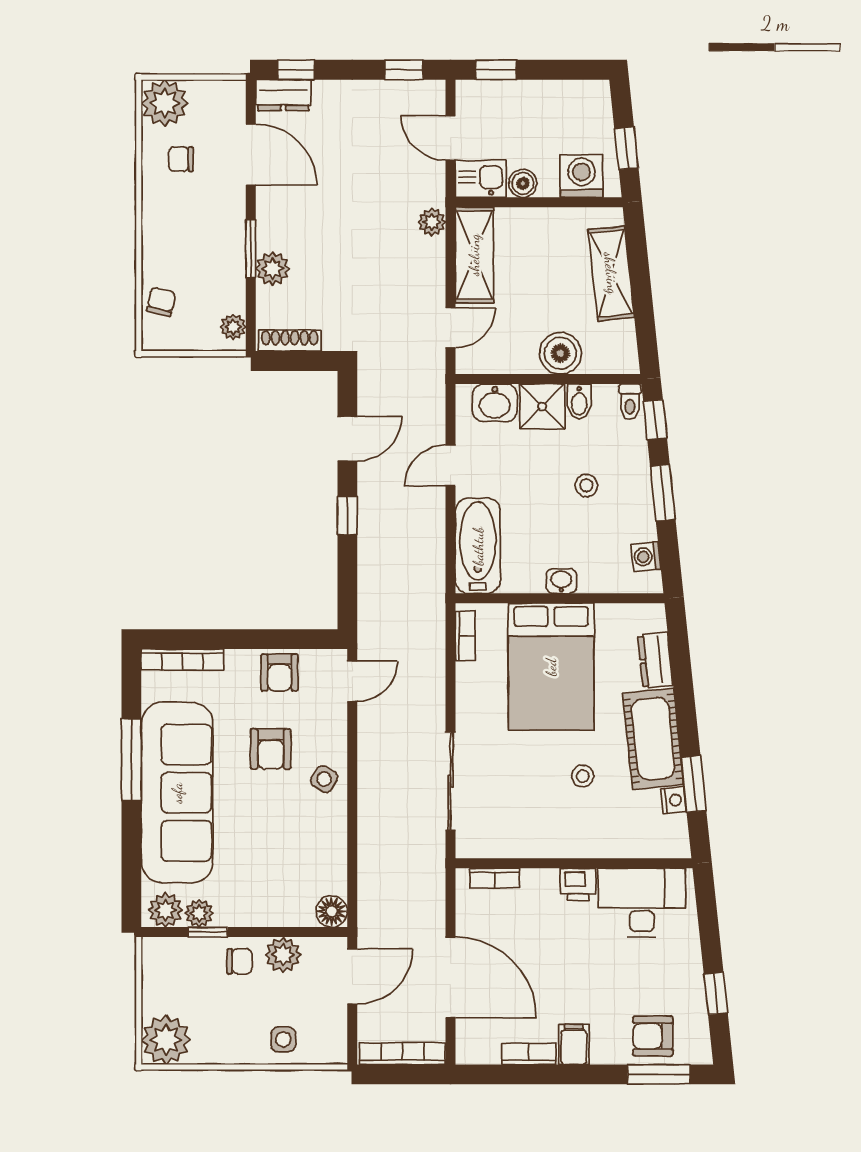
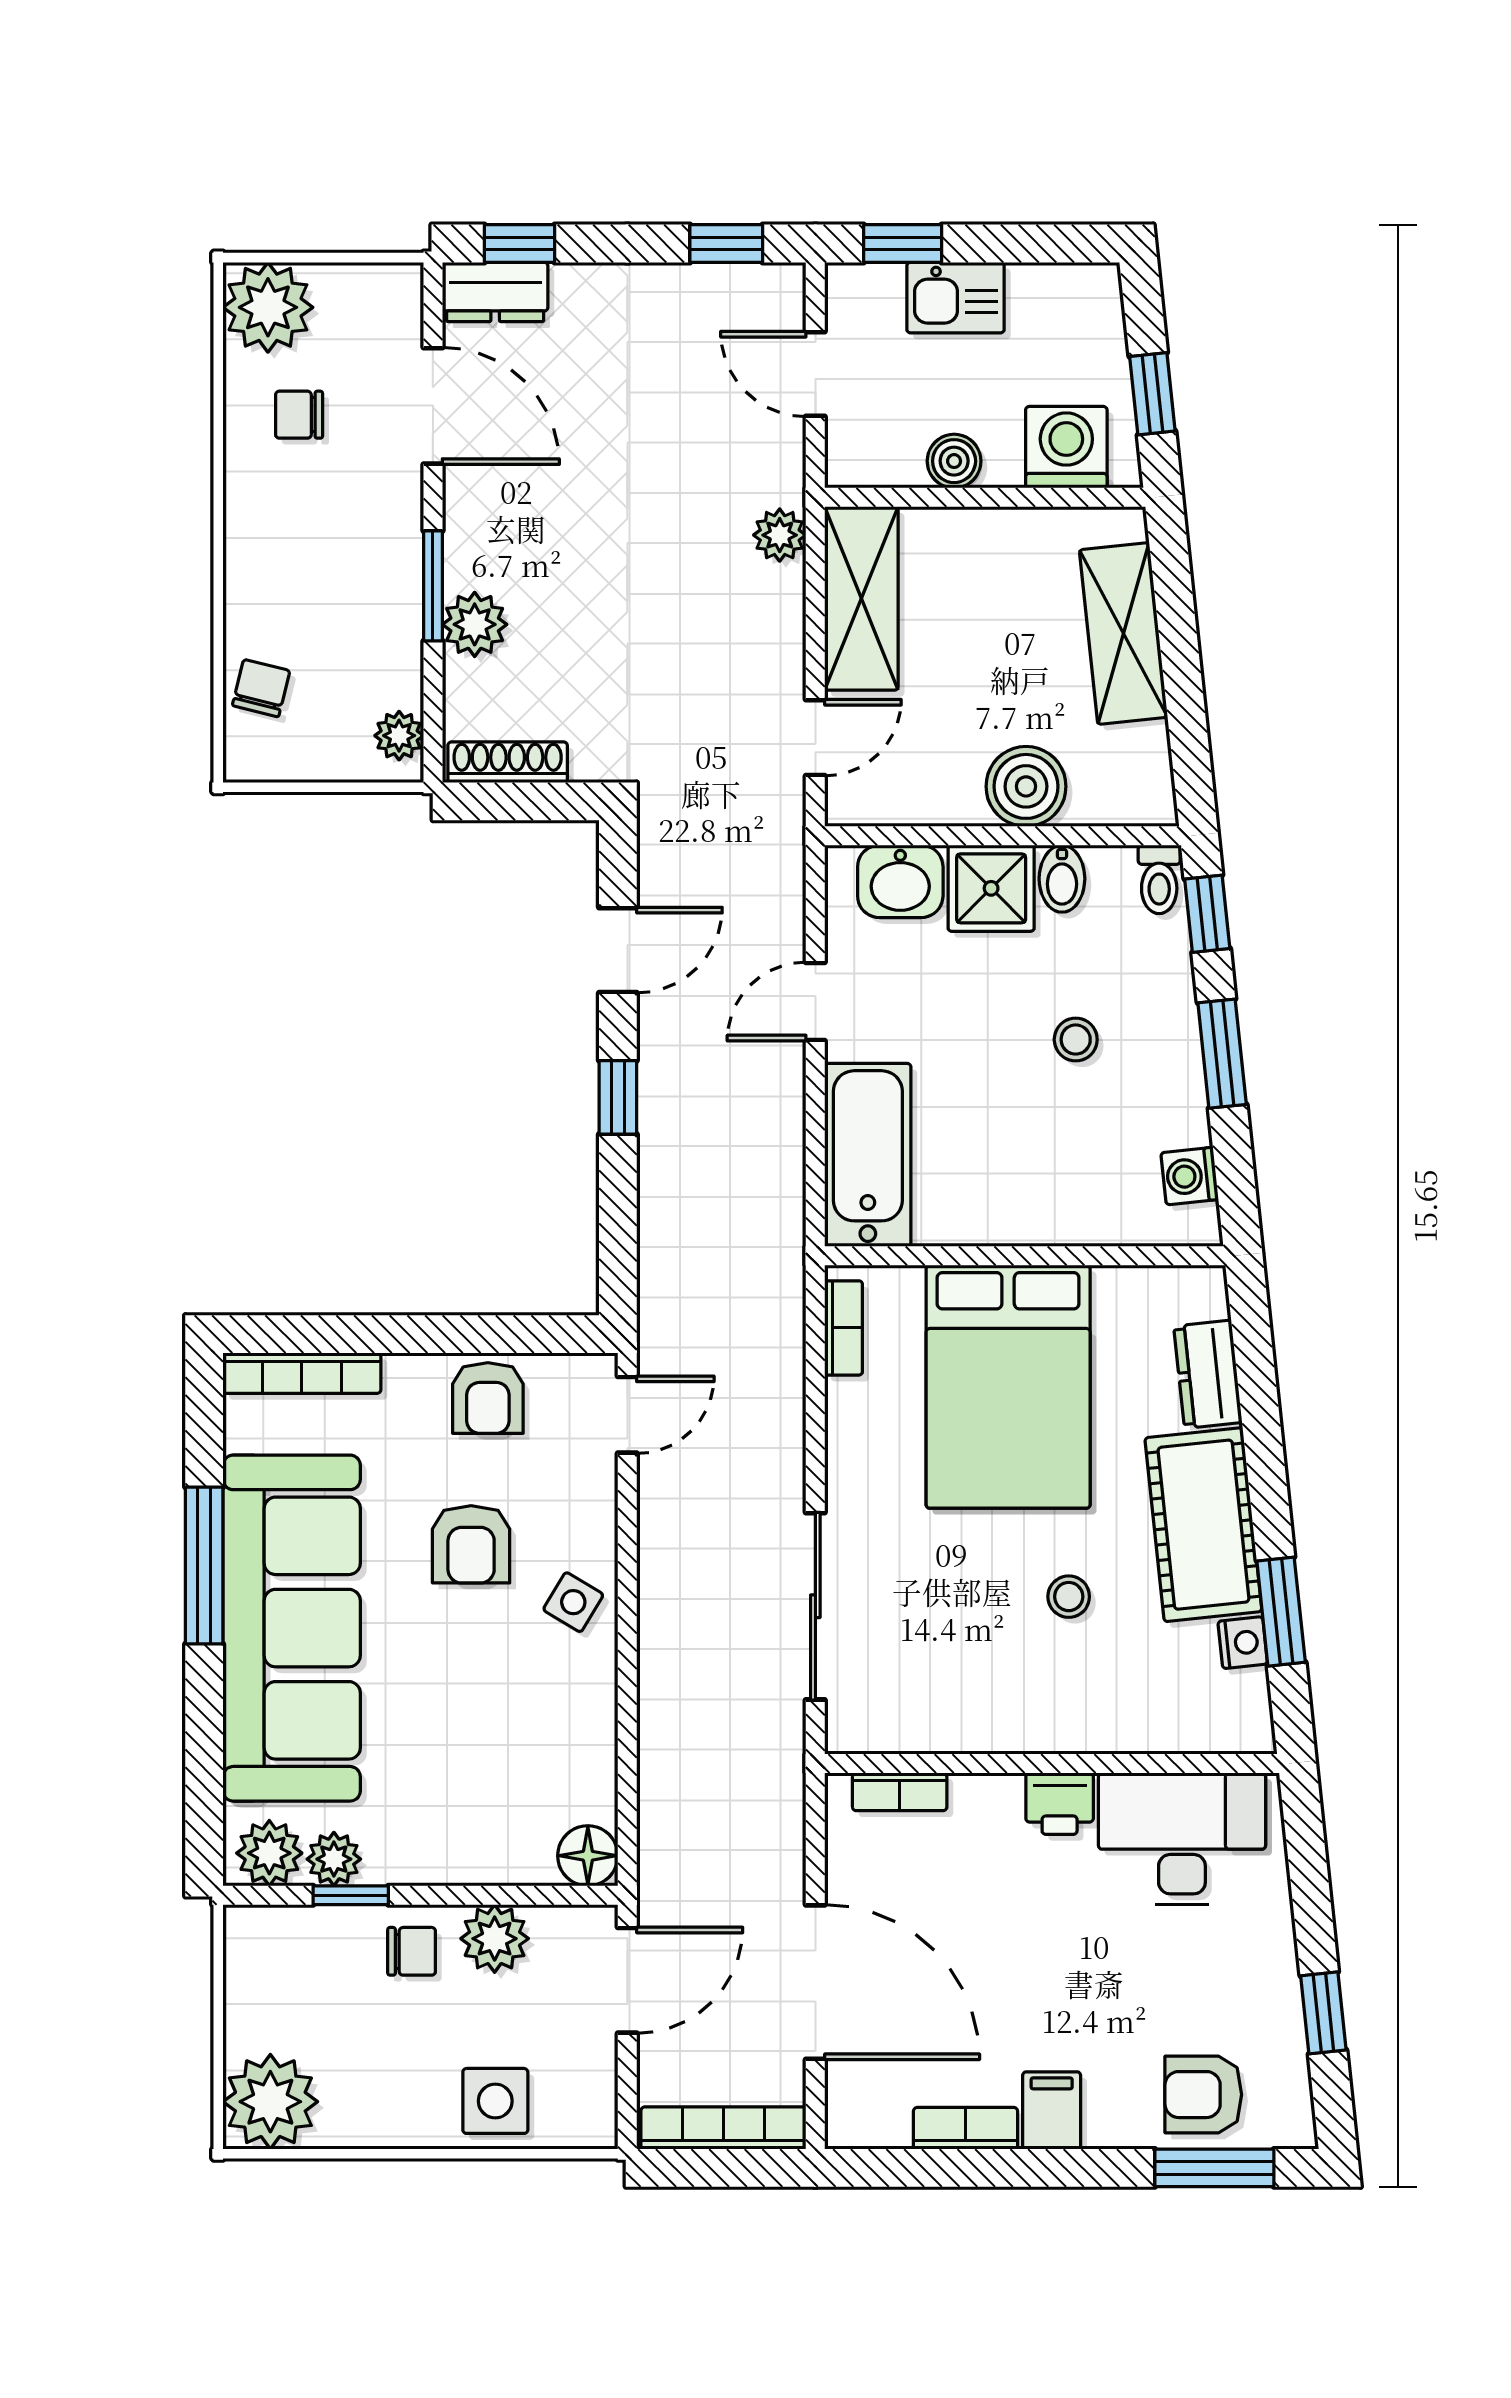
kitchen sink: (481, 179) -> (956, 298), moved, turned 180
washbasin: (561, 581) -> (1028, 1223), removed
side table: (283, 1039) -> (495, 2101), width x1.37, depth x1.37

